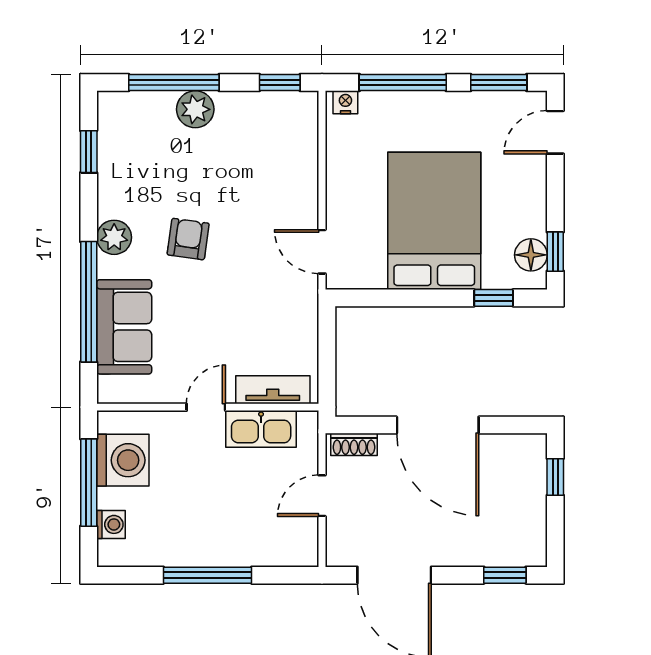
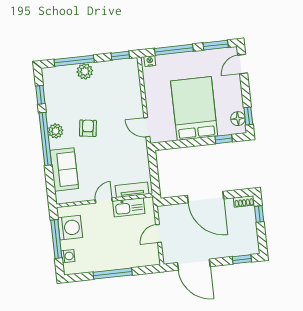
window: (89, 302) -> (45, 139), moved
shoe rack: (354, 444) -> (244, 201), moved

